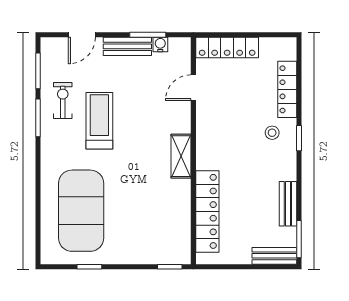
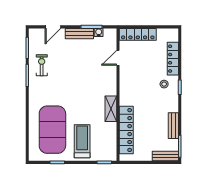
treadmill: (99, 121) -> (82, 141), moved
shelving: (181, 156) -> (111, 109), moved

